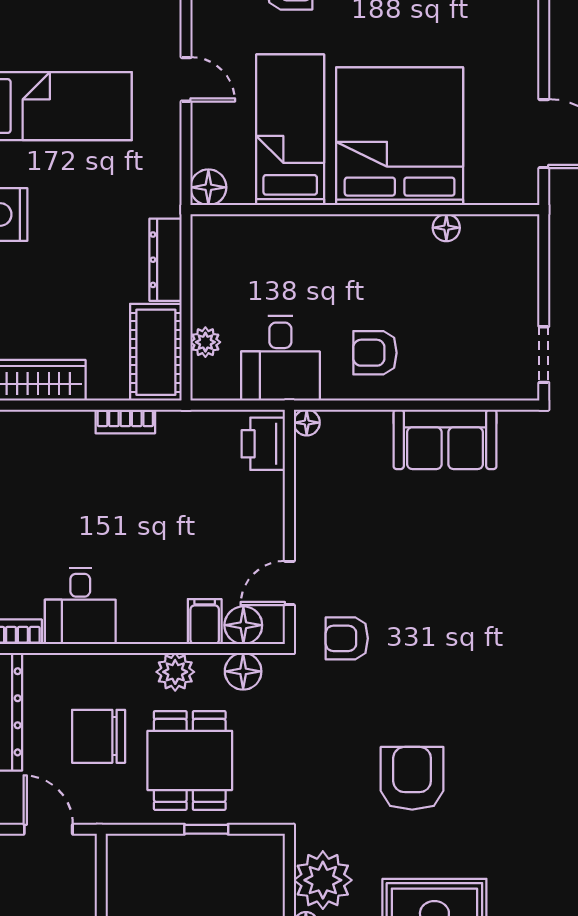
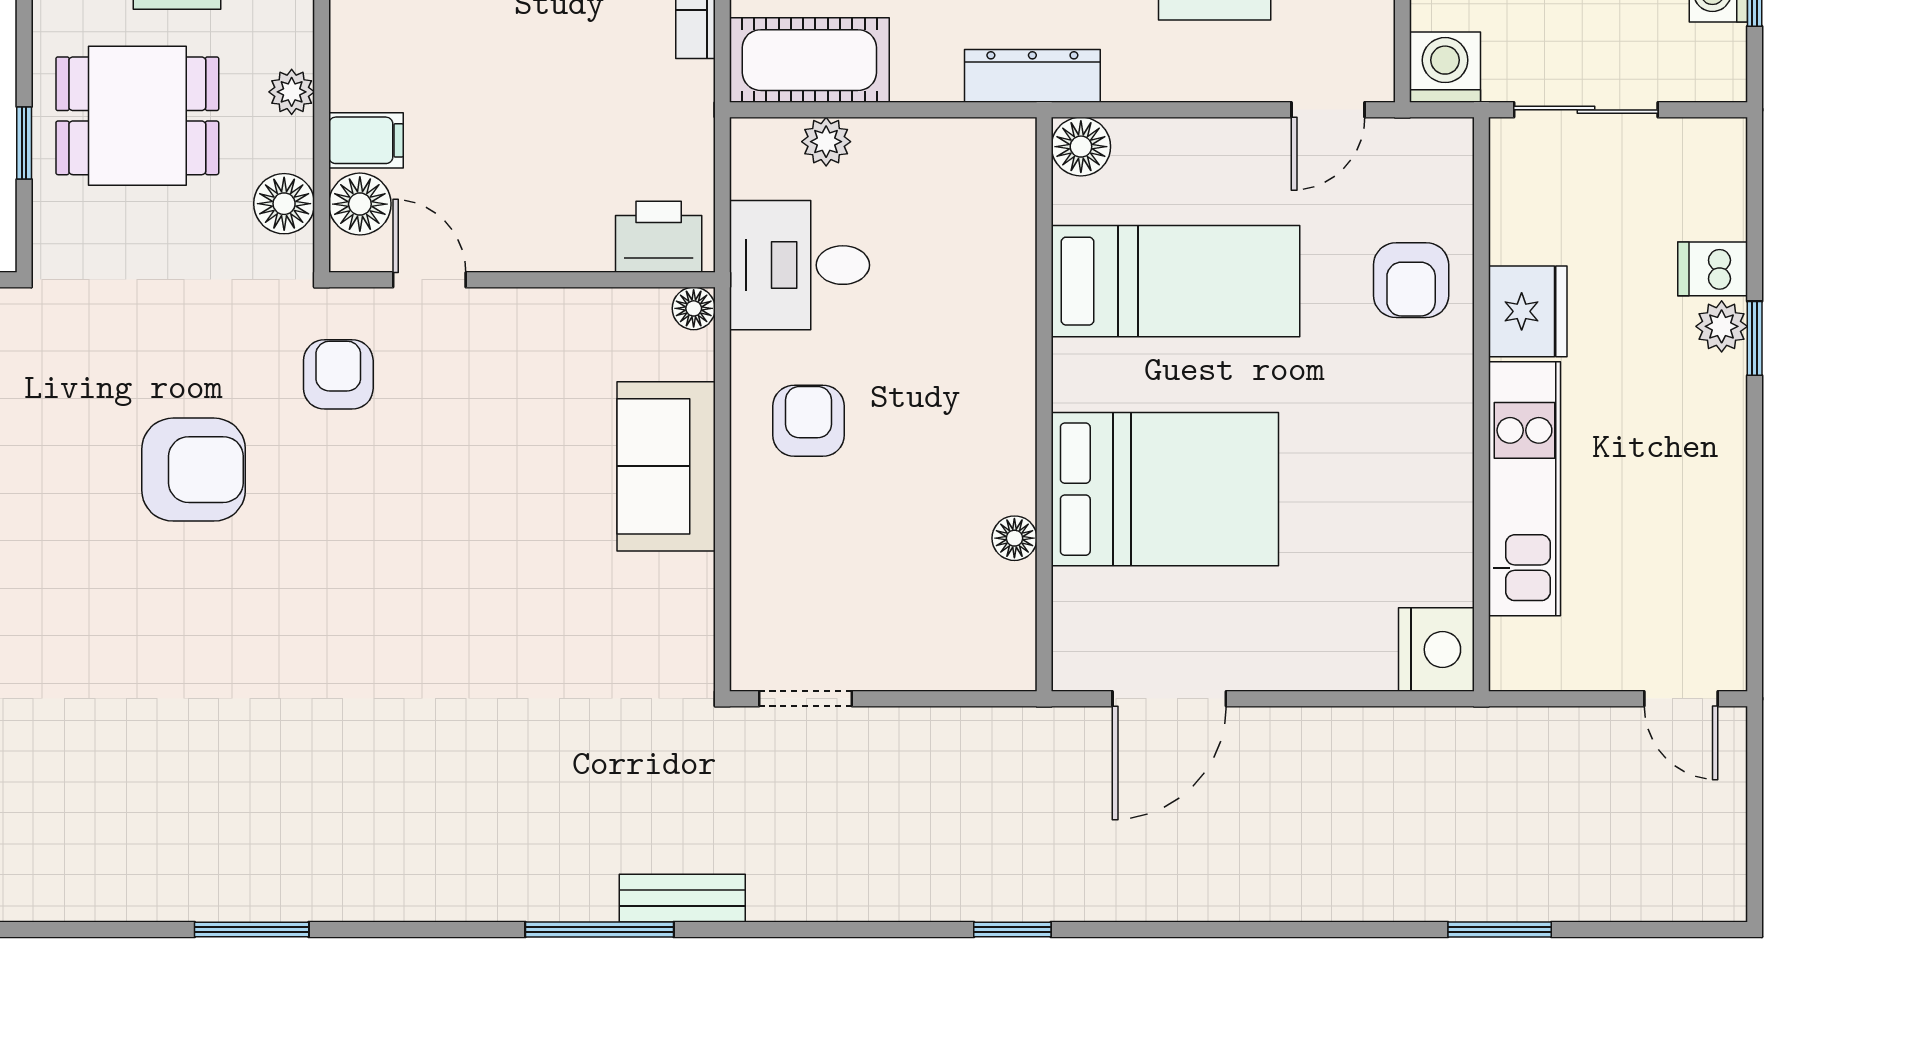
door: (186, 79) -> (1328, 110), moved
bed: (400, 136) -> (1165, 489), width x0.73
dresser: (166, 260) -> (1032, 76), moved
sofa: (445, 439) -> (666, 466), moved
plant: (175, 672) -> (292, 92), width x0.73, depth x0.73
armchair: (412, 778) -> (194, 470), moved

